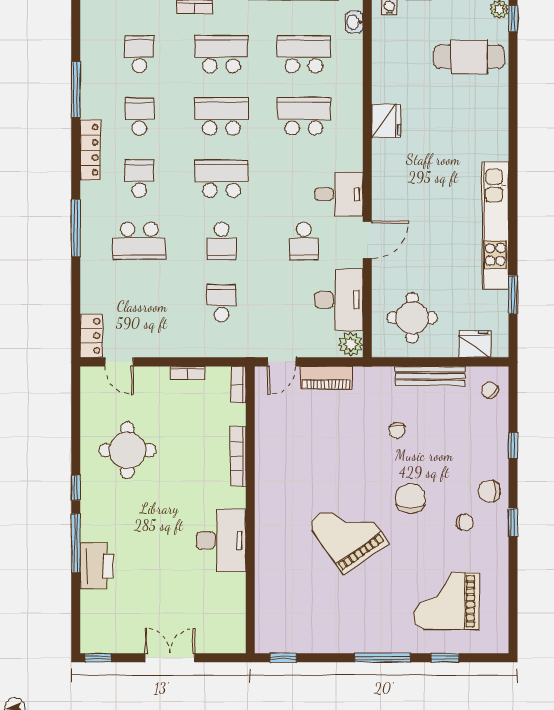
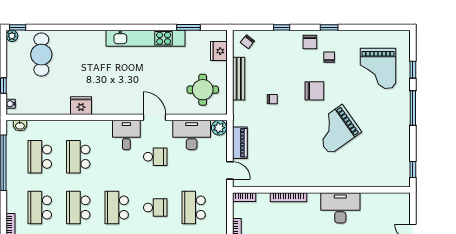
school desk: (222, 303) -> (194, 208), width x1.85
chair: (410, 498) -> (314, 91), turned 180

